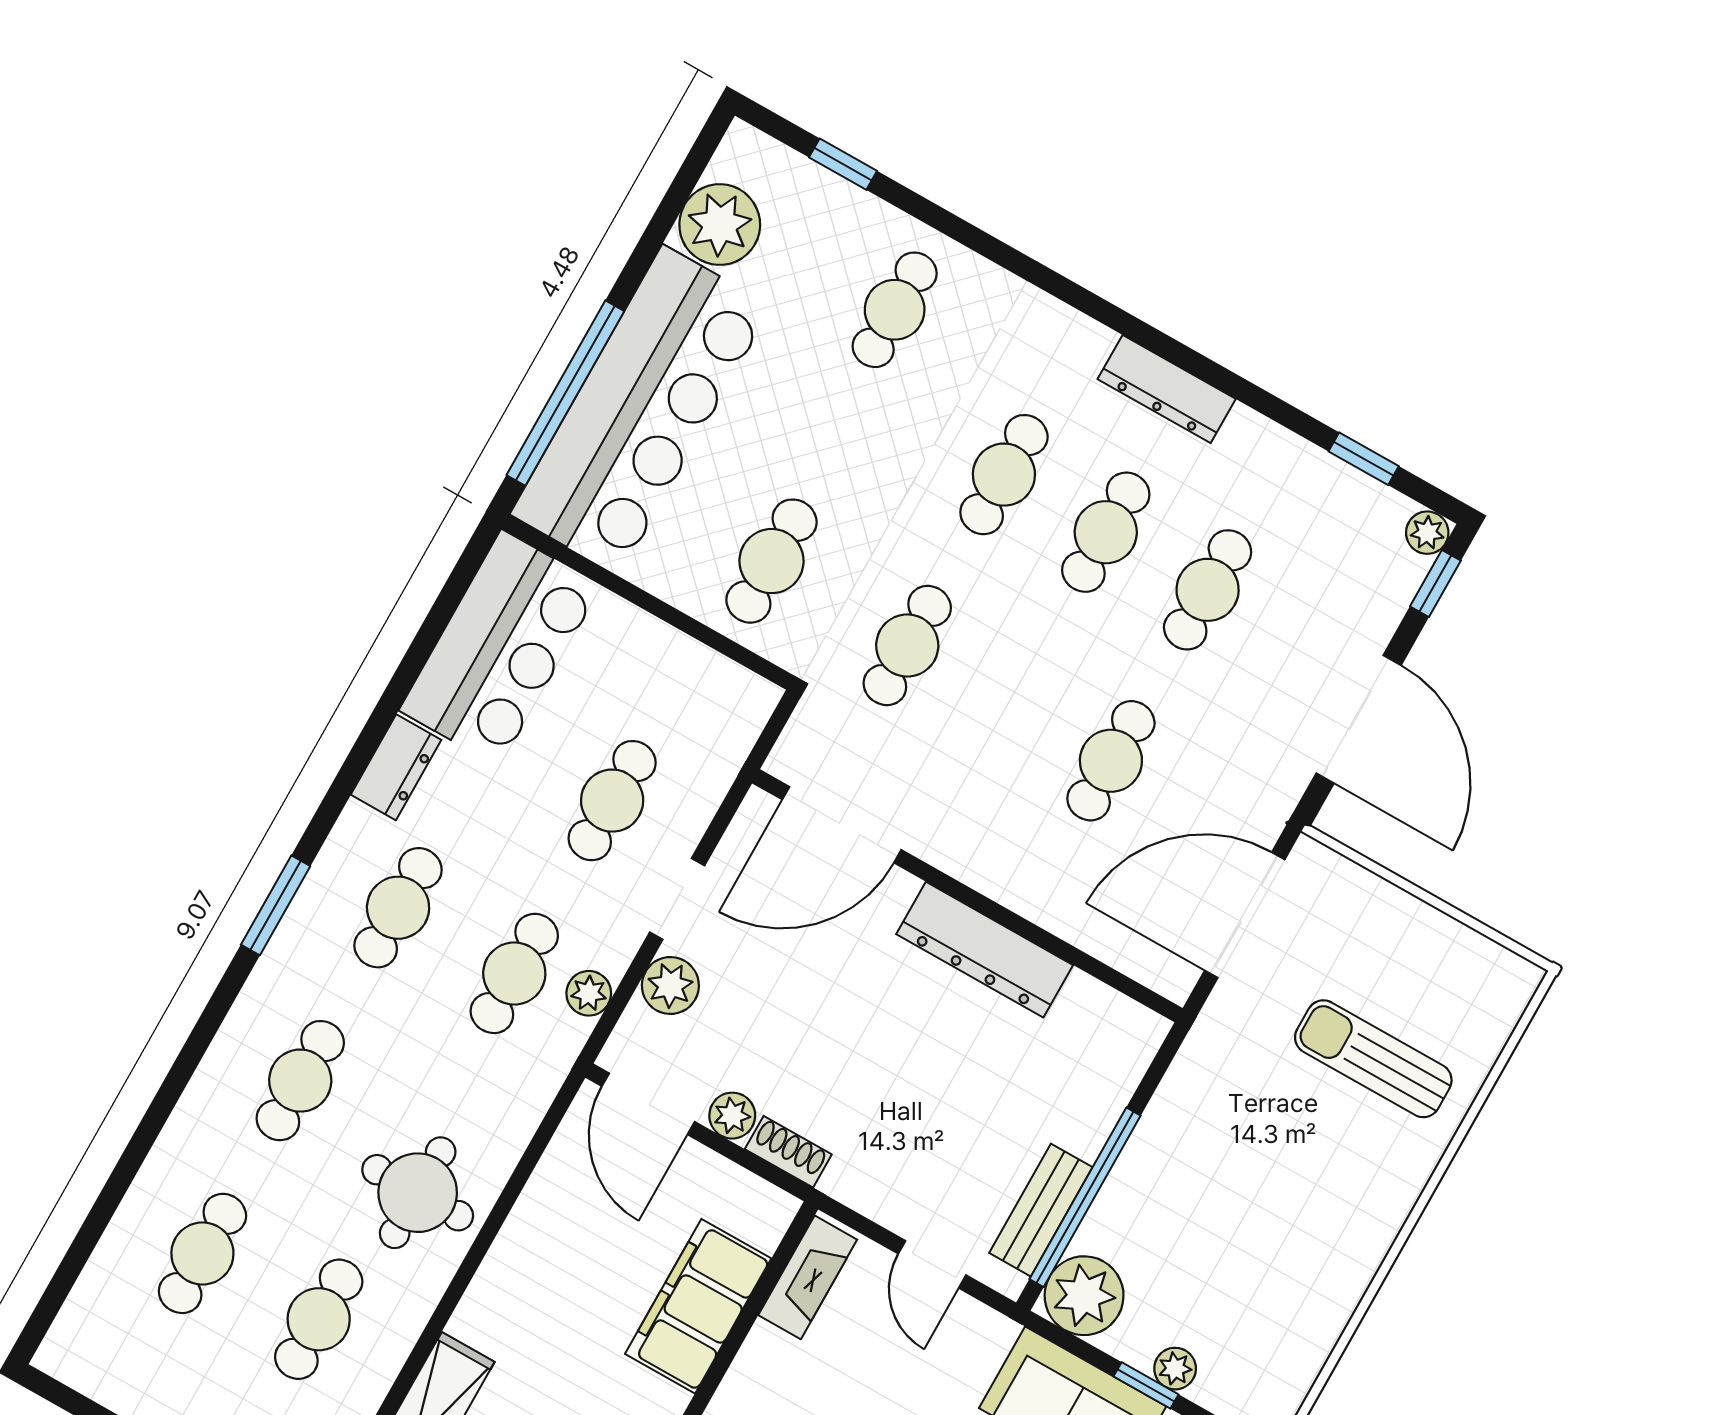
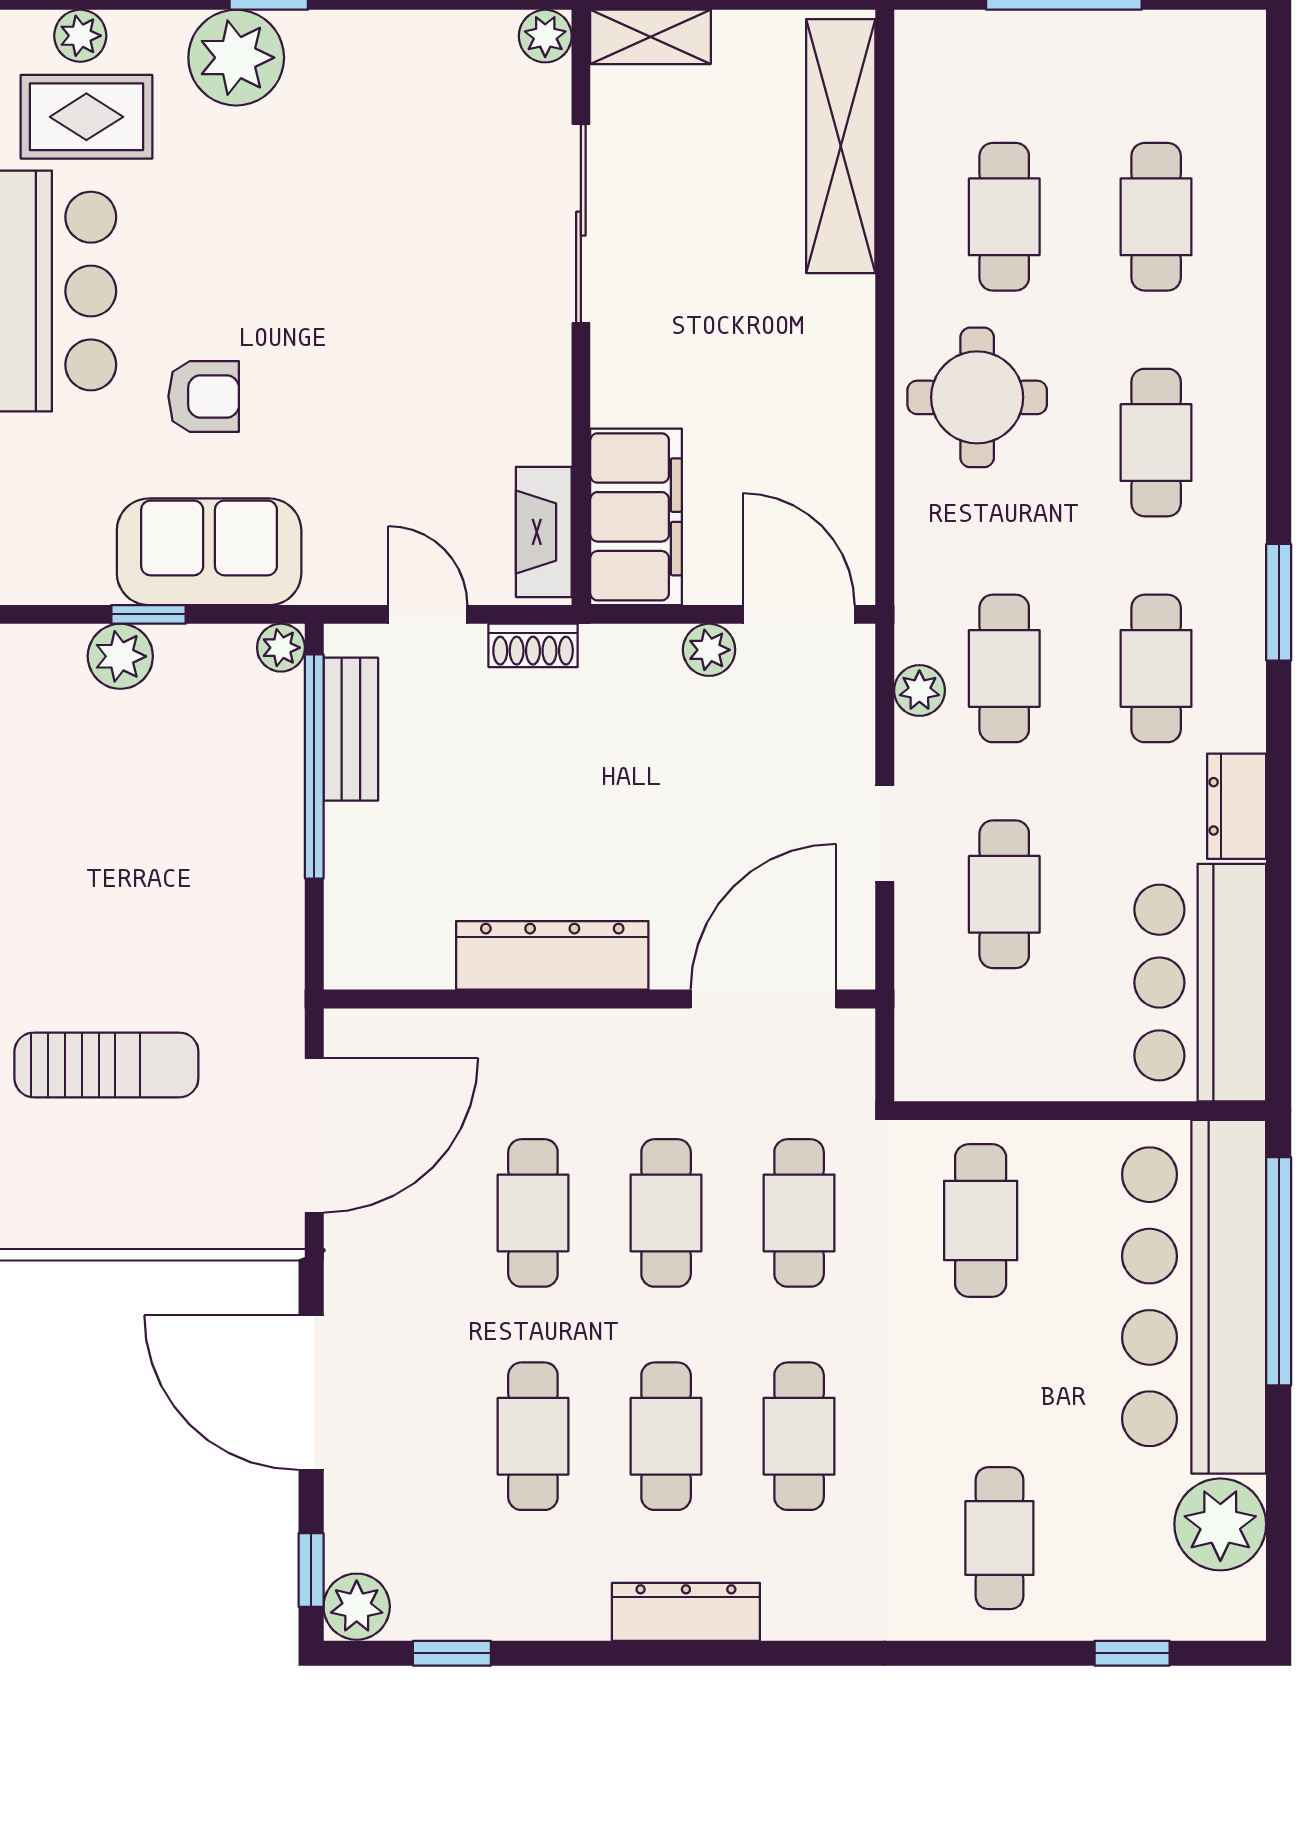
plant: (1427, 533) -> (357, 1607), width x1.38, depth x1.38
cafe table: (1009, 703) -> (666, 1213), added
plant: (670, 985) -> (843, 744), removed
shoe rack: (788, 1152) -> (533, 645), moved
plant: (1084, 1296) -> (281, 648), width x0.53, depth x0.53
filing cabinet: (698, 1306) -> (636, 517), moved
plant: (1175, 1369) -> (120, 656), width x1.38, depth x1.38

